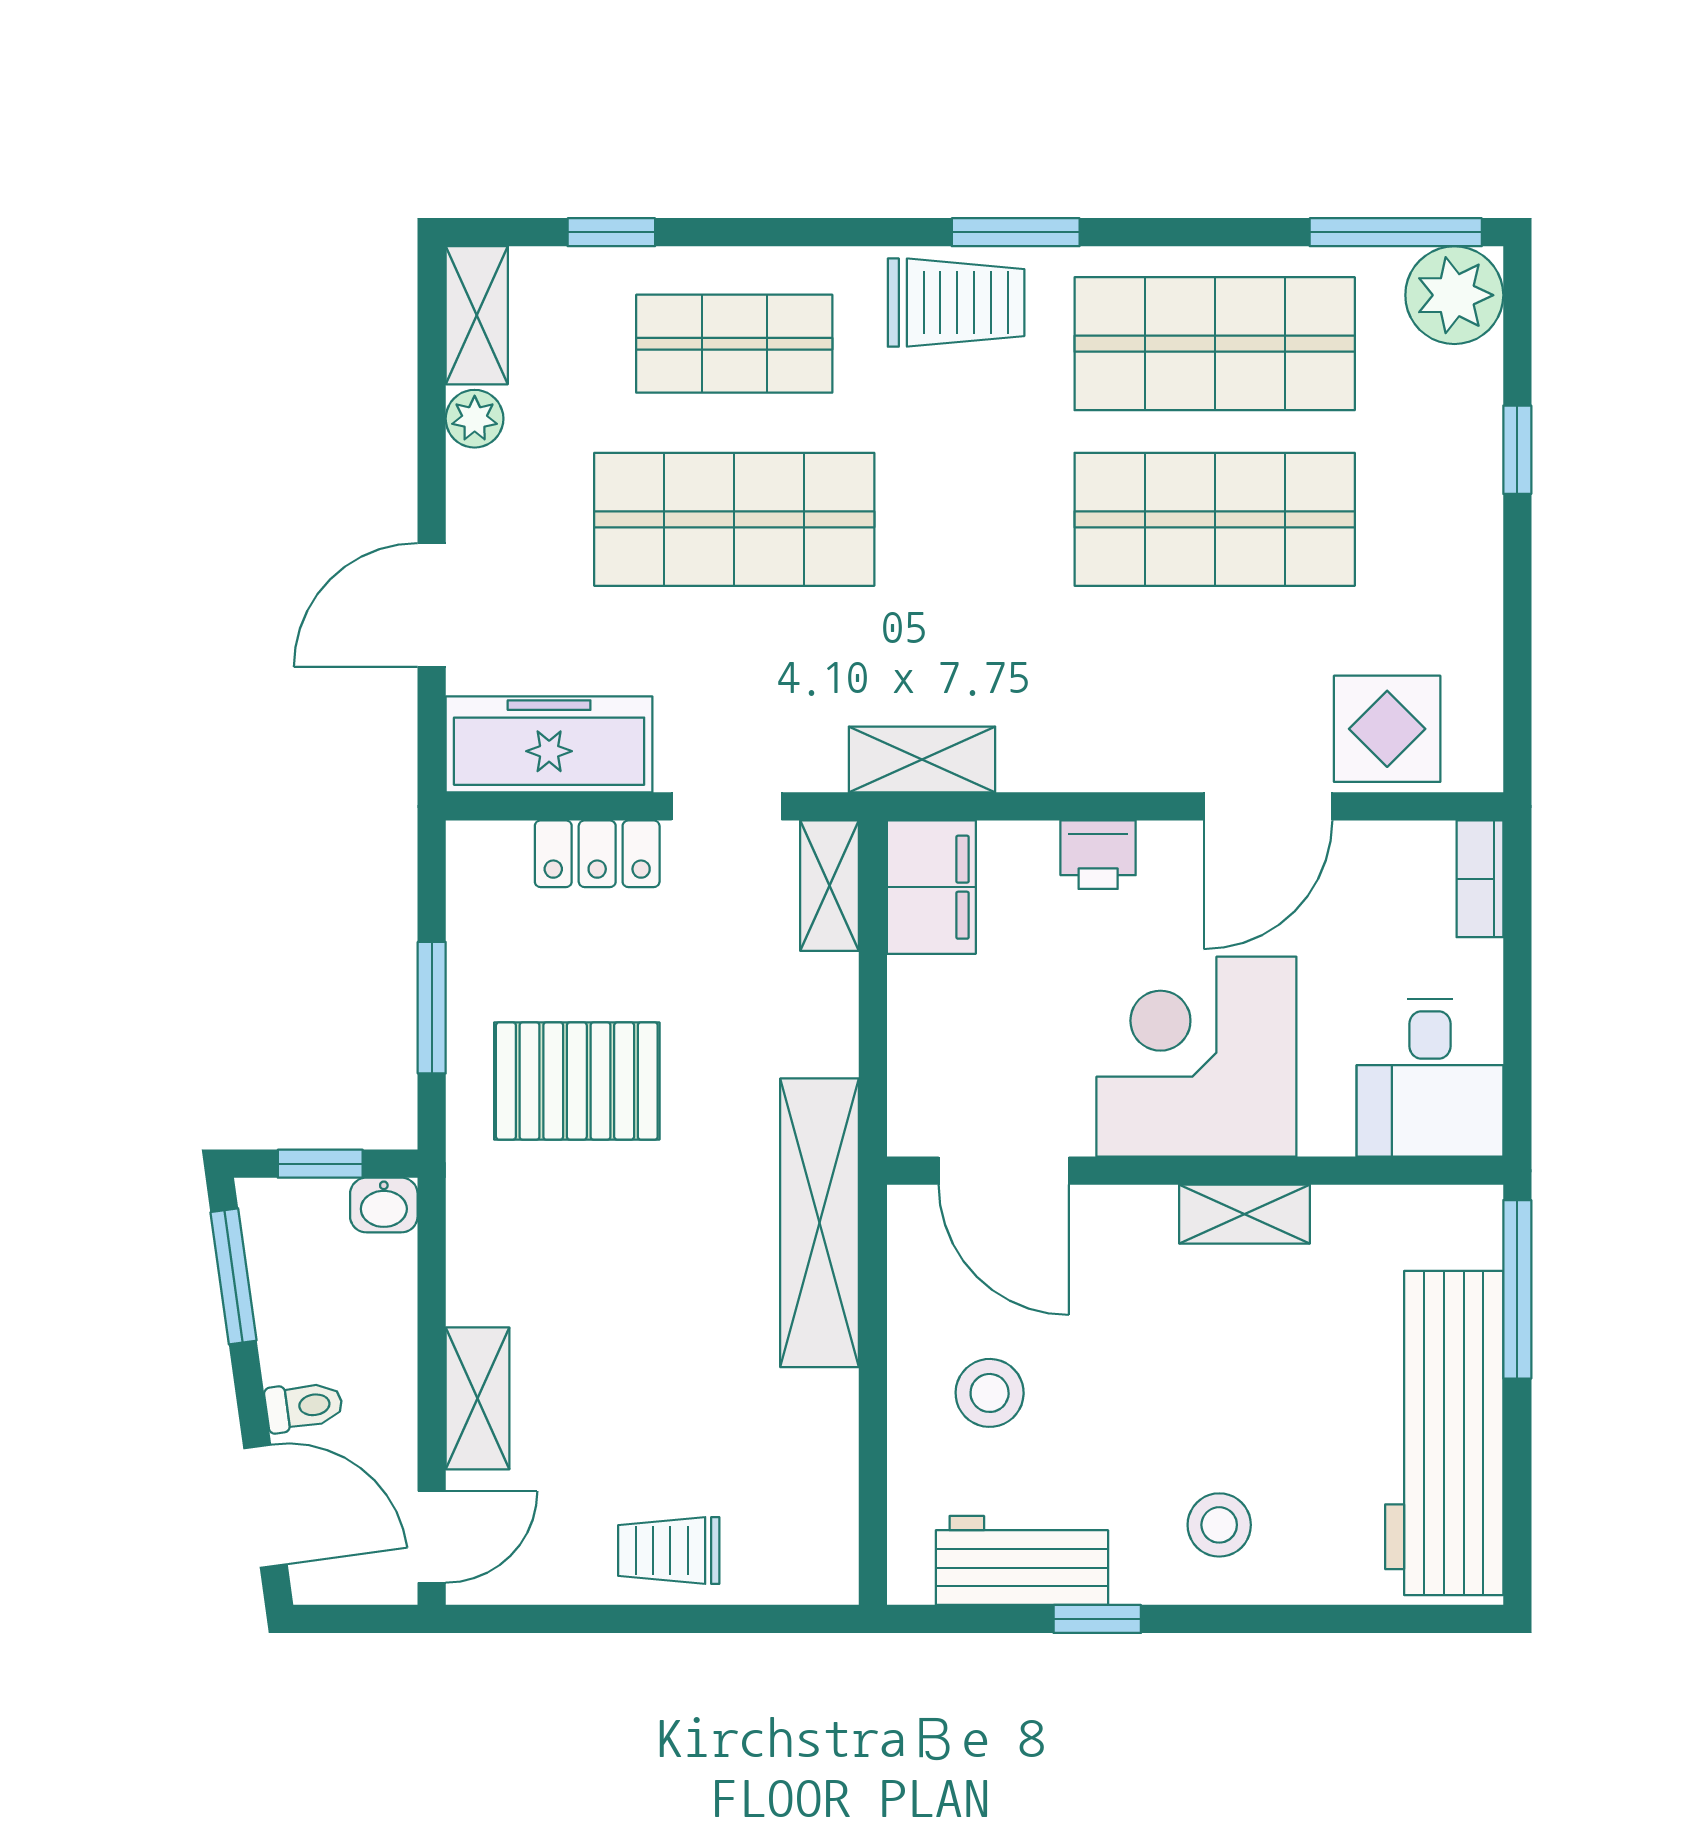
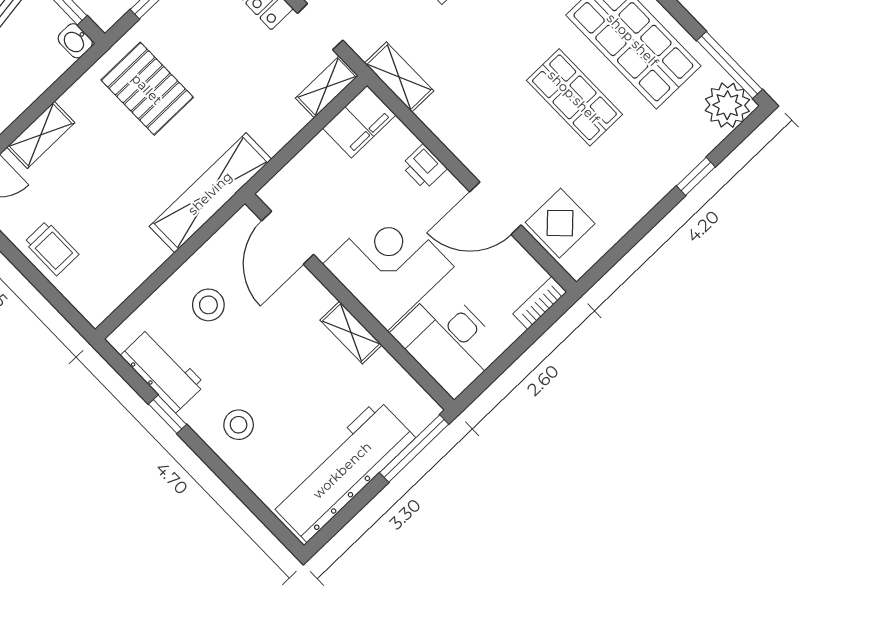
shop shelf: (1215, 519) -> (574, 97), width x0.70, depth x0.74
desk: (1430, 1078) -> (448, 341), width x1.37
pallet: (577, 1081) -> (147, 89), moved
trolley: (669, 1551) -> (52, 248), turned 180

